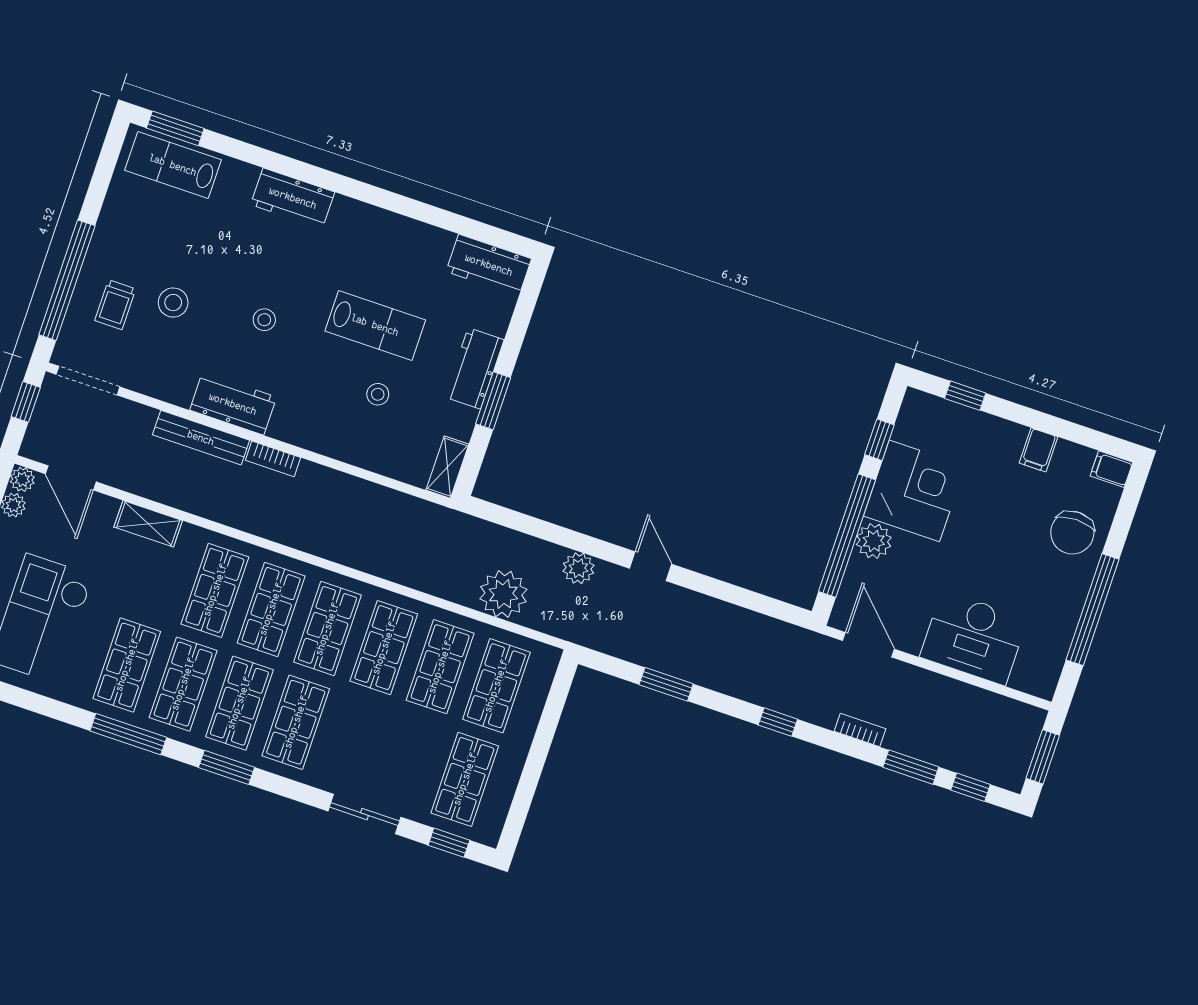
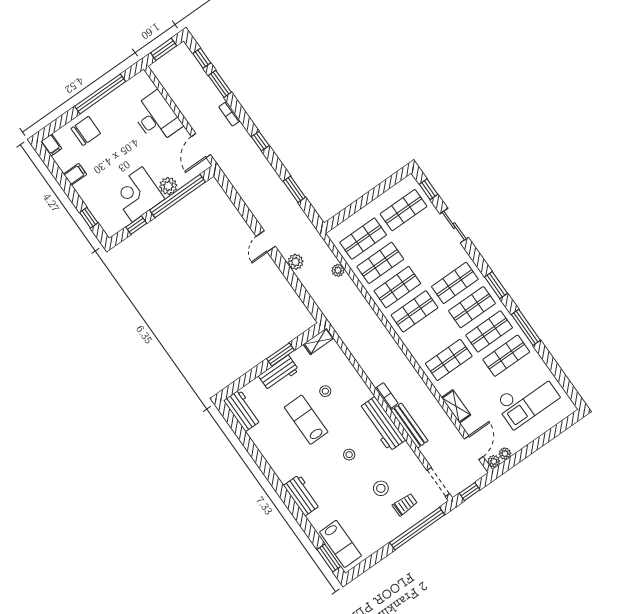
workbench: (233, 404) -> (382, 424), width x1.38
plant: (503, 594) -> (338, 270), width x0.53, depth x0.53
shop shelf: (271, 609) -> (432, 336), removed

